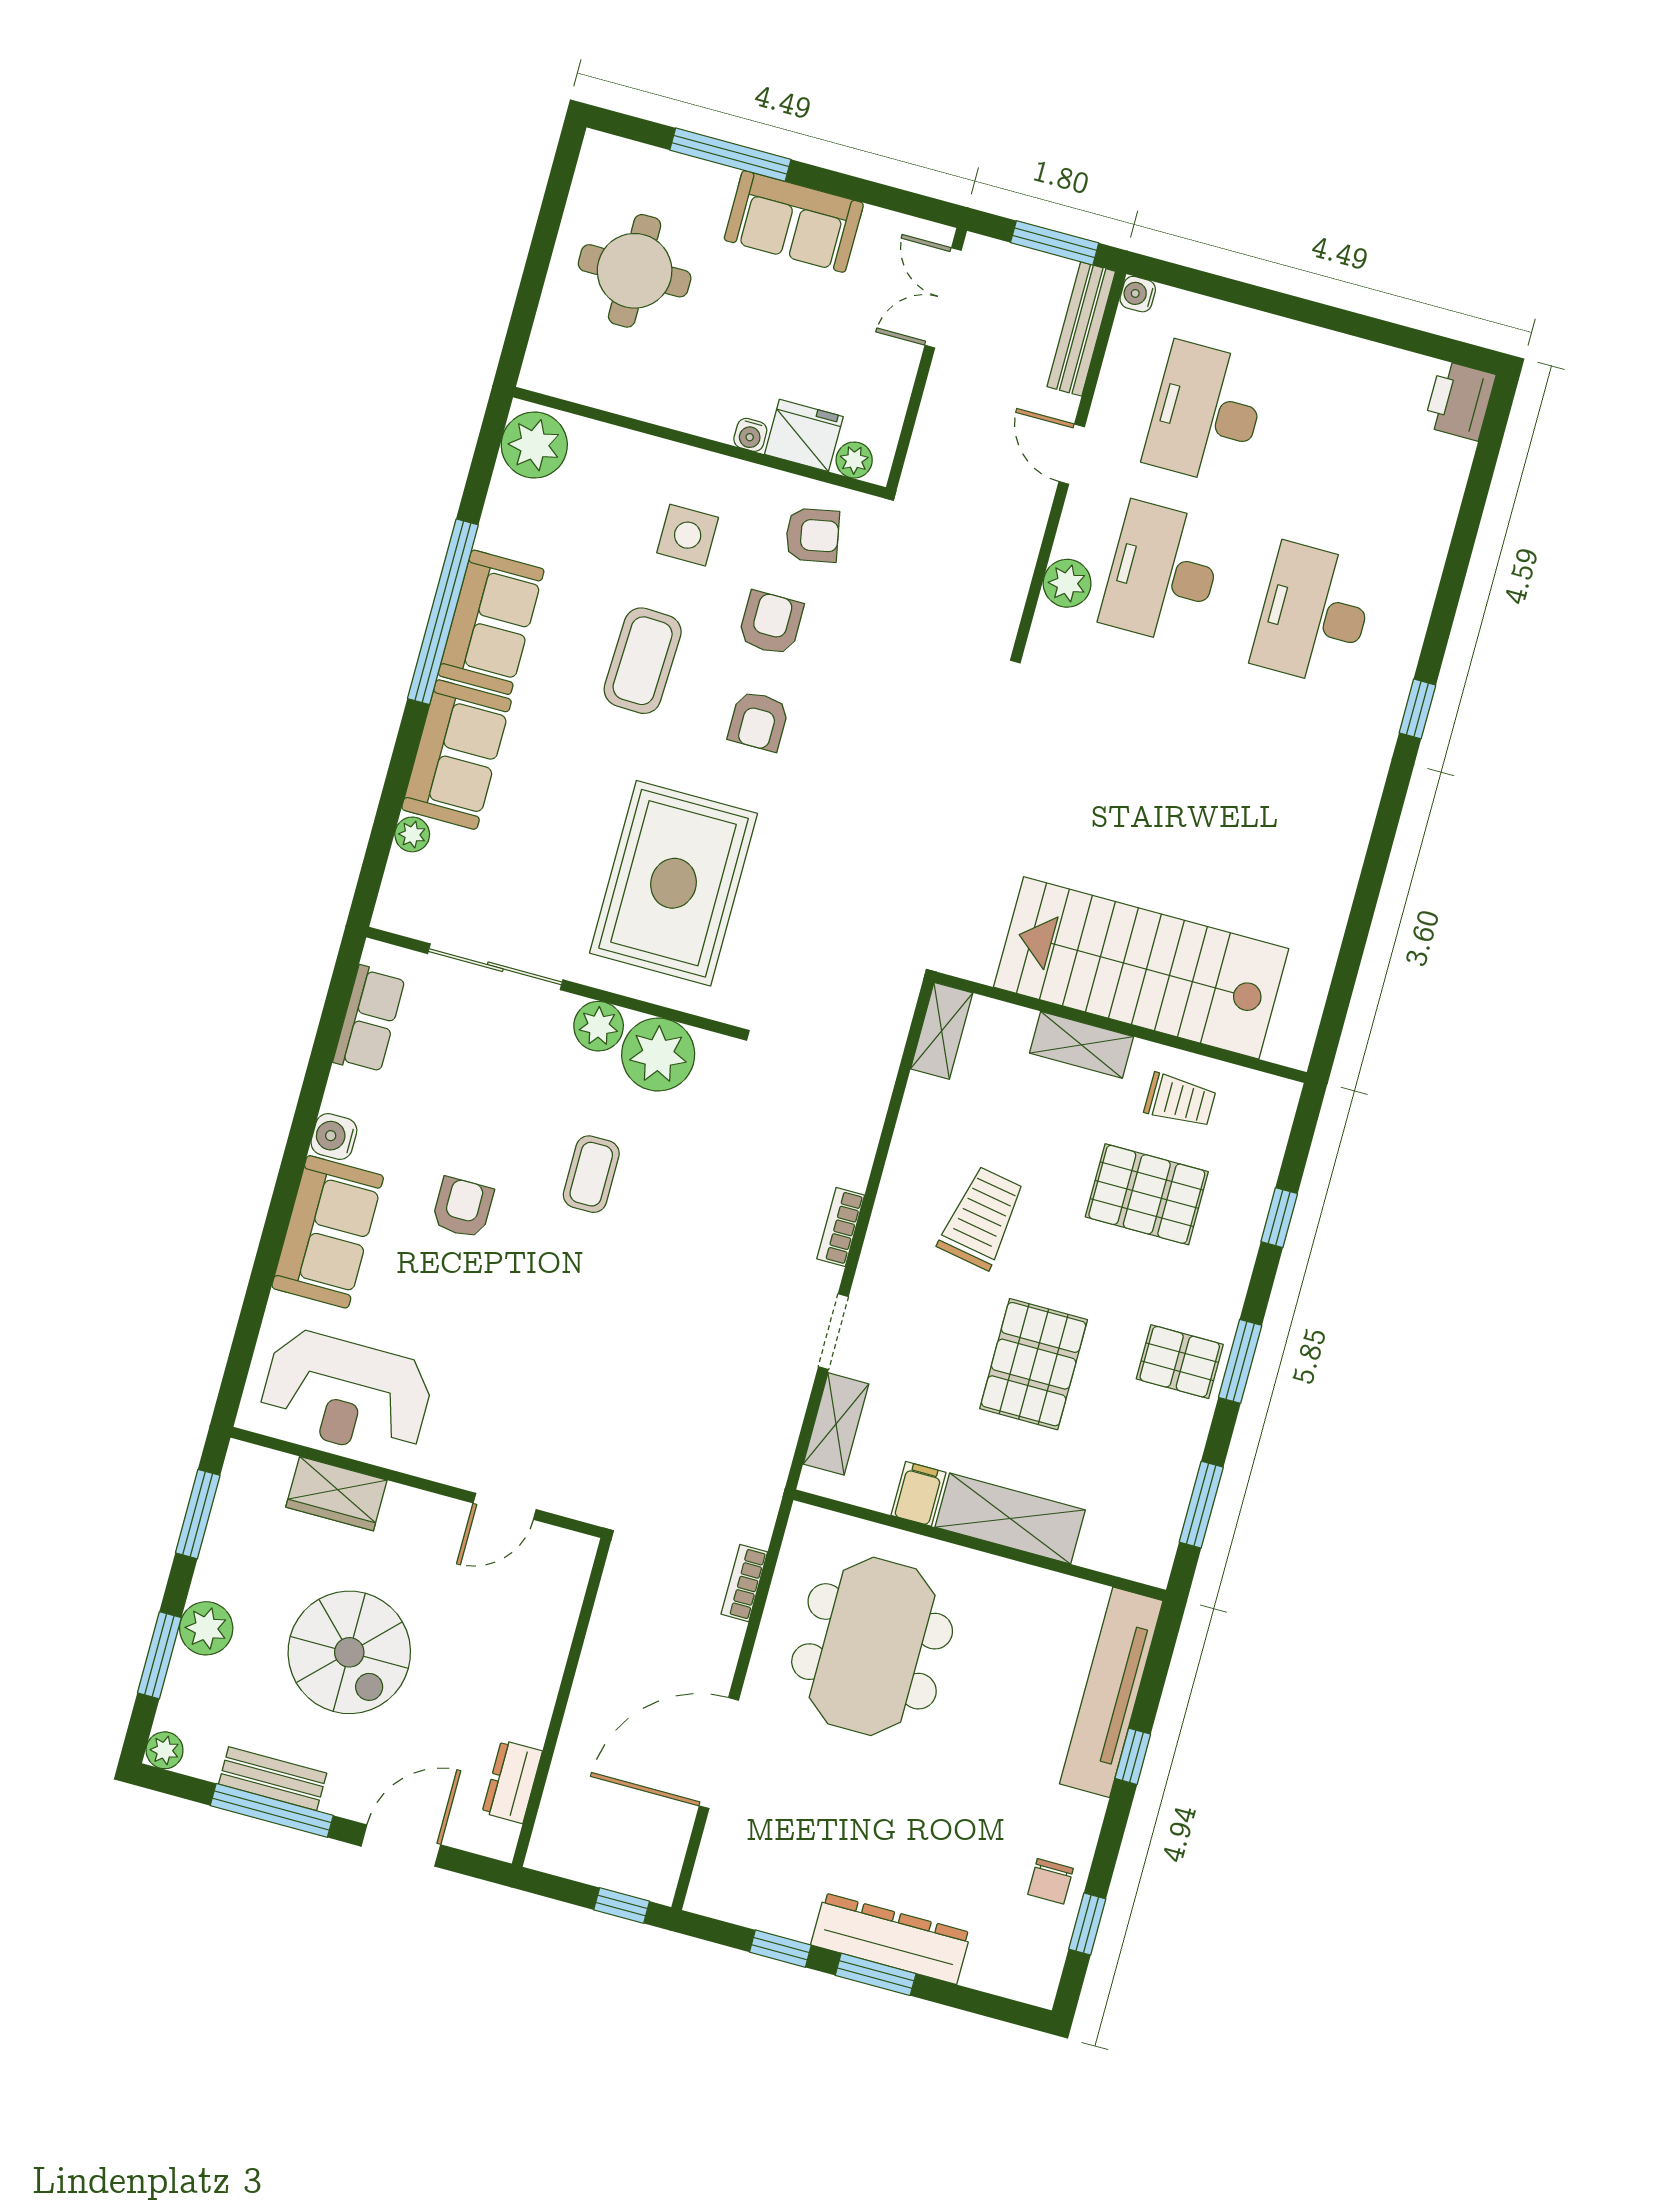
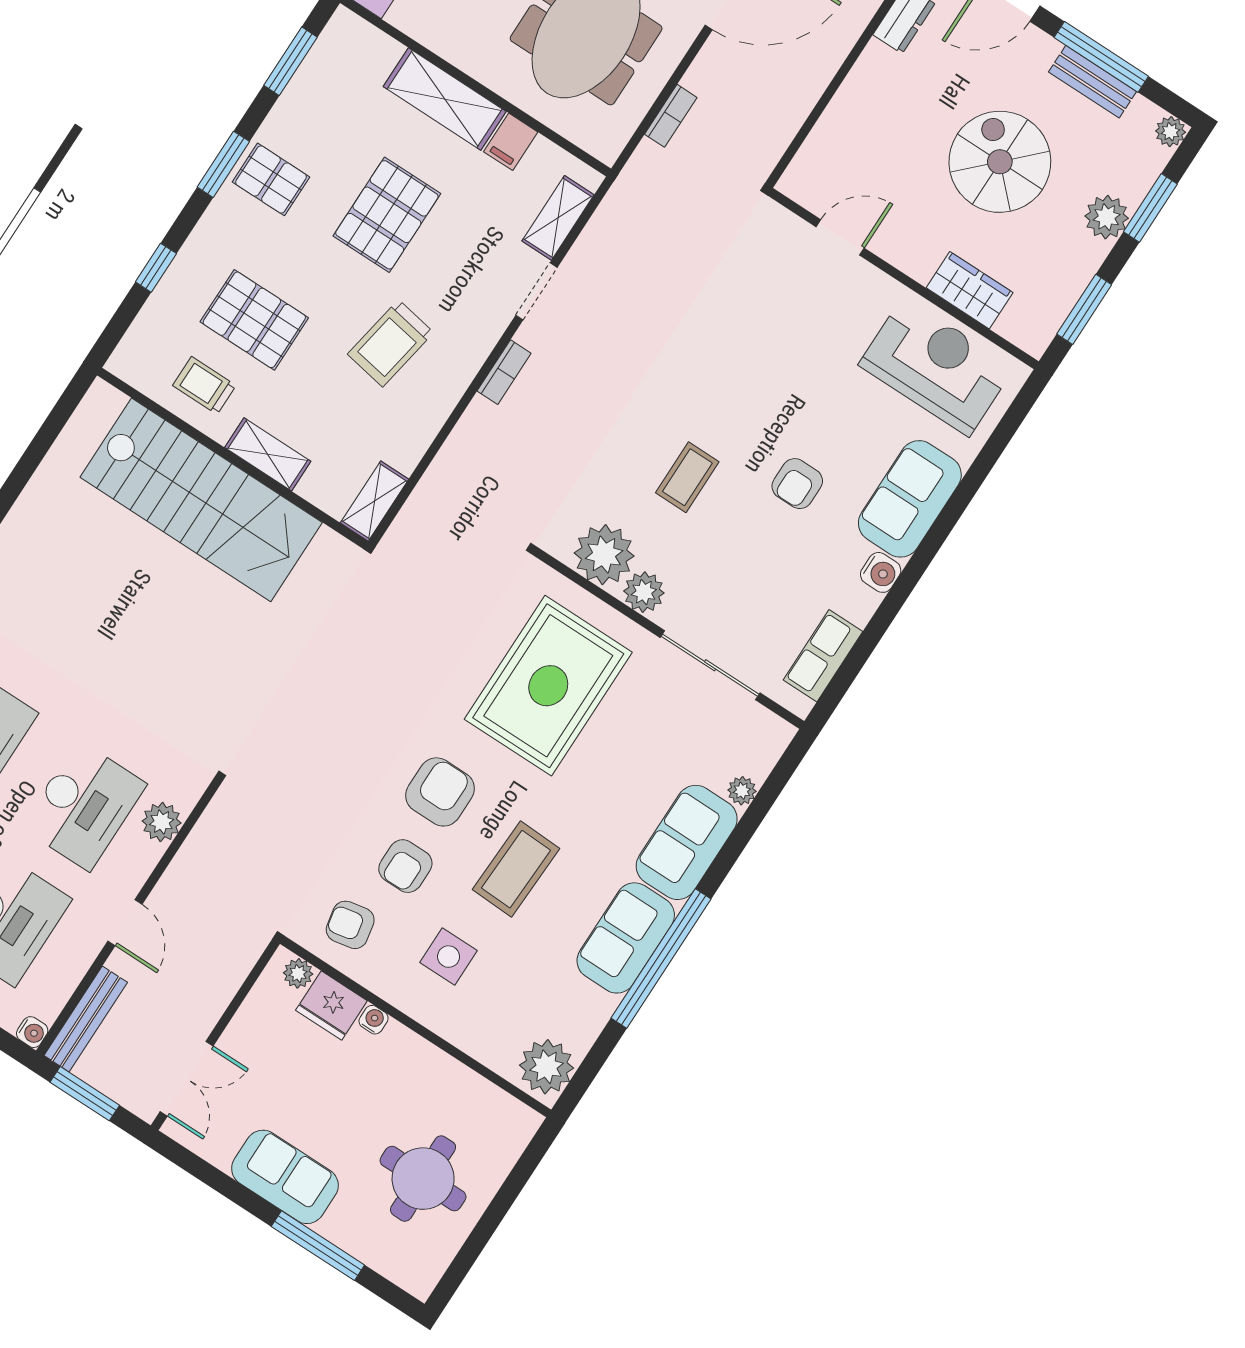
armchair: (758, 721) -> (440, 792), width x1.38, depth x1.38

